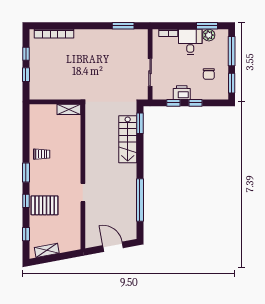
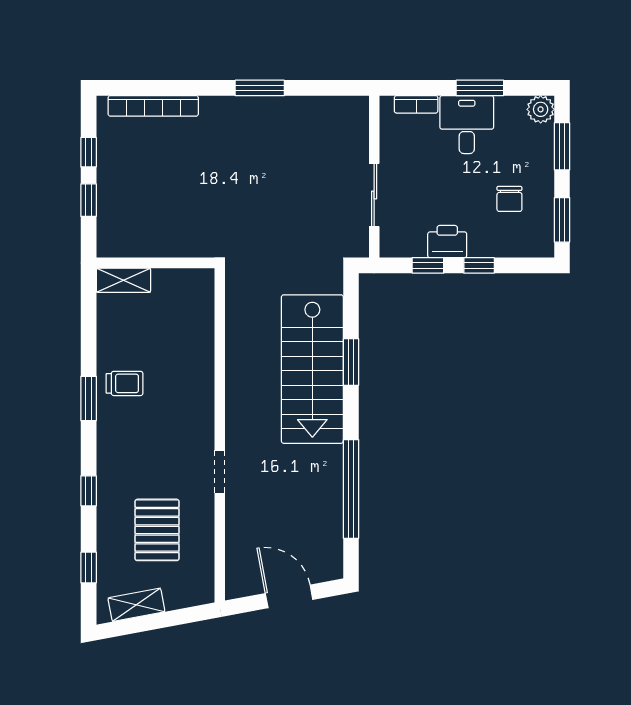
window: (123, 26) -> (260, 88), moved
window: (207, 26) -> (480, 88), moved
plant: (209, 35) -> (541, 109), moved
window: (232, 51) -> (562, 146), width x0.69
shelving: (69, 109) -> (123, 280), moved
window: (140, 123) -> (351, 362), moved
stairs: (128, 139) -> (312, 369), width x1.36, depth x1.51
window: (26, 172) -> (89, 399), moved
pallet: (45, 205) -> (157, 530), moved, turned 90

